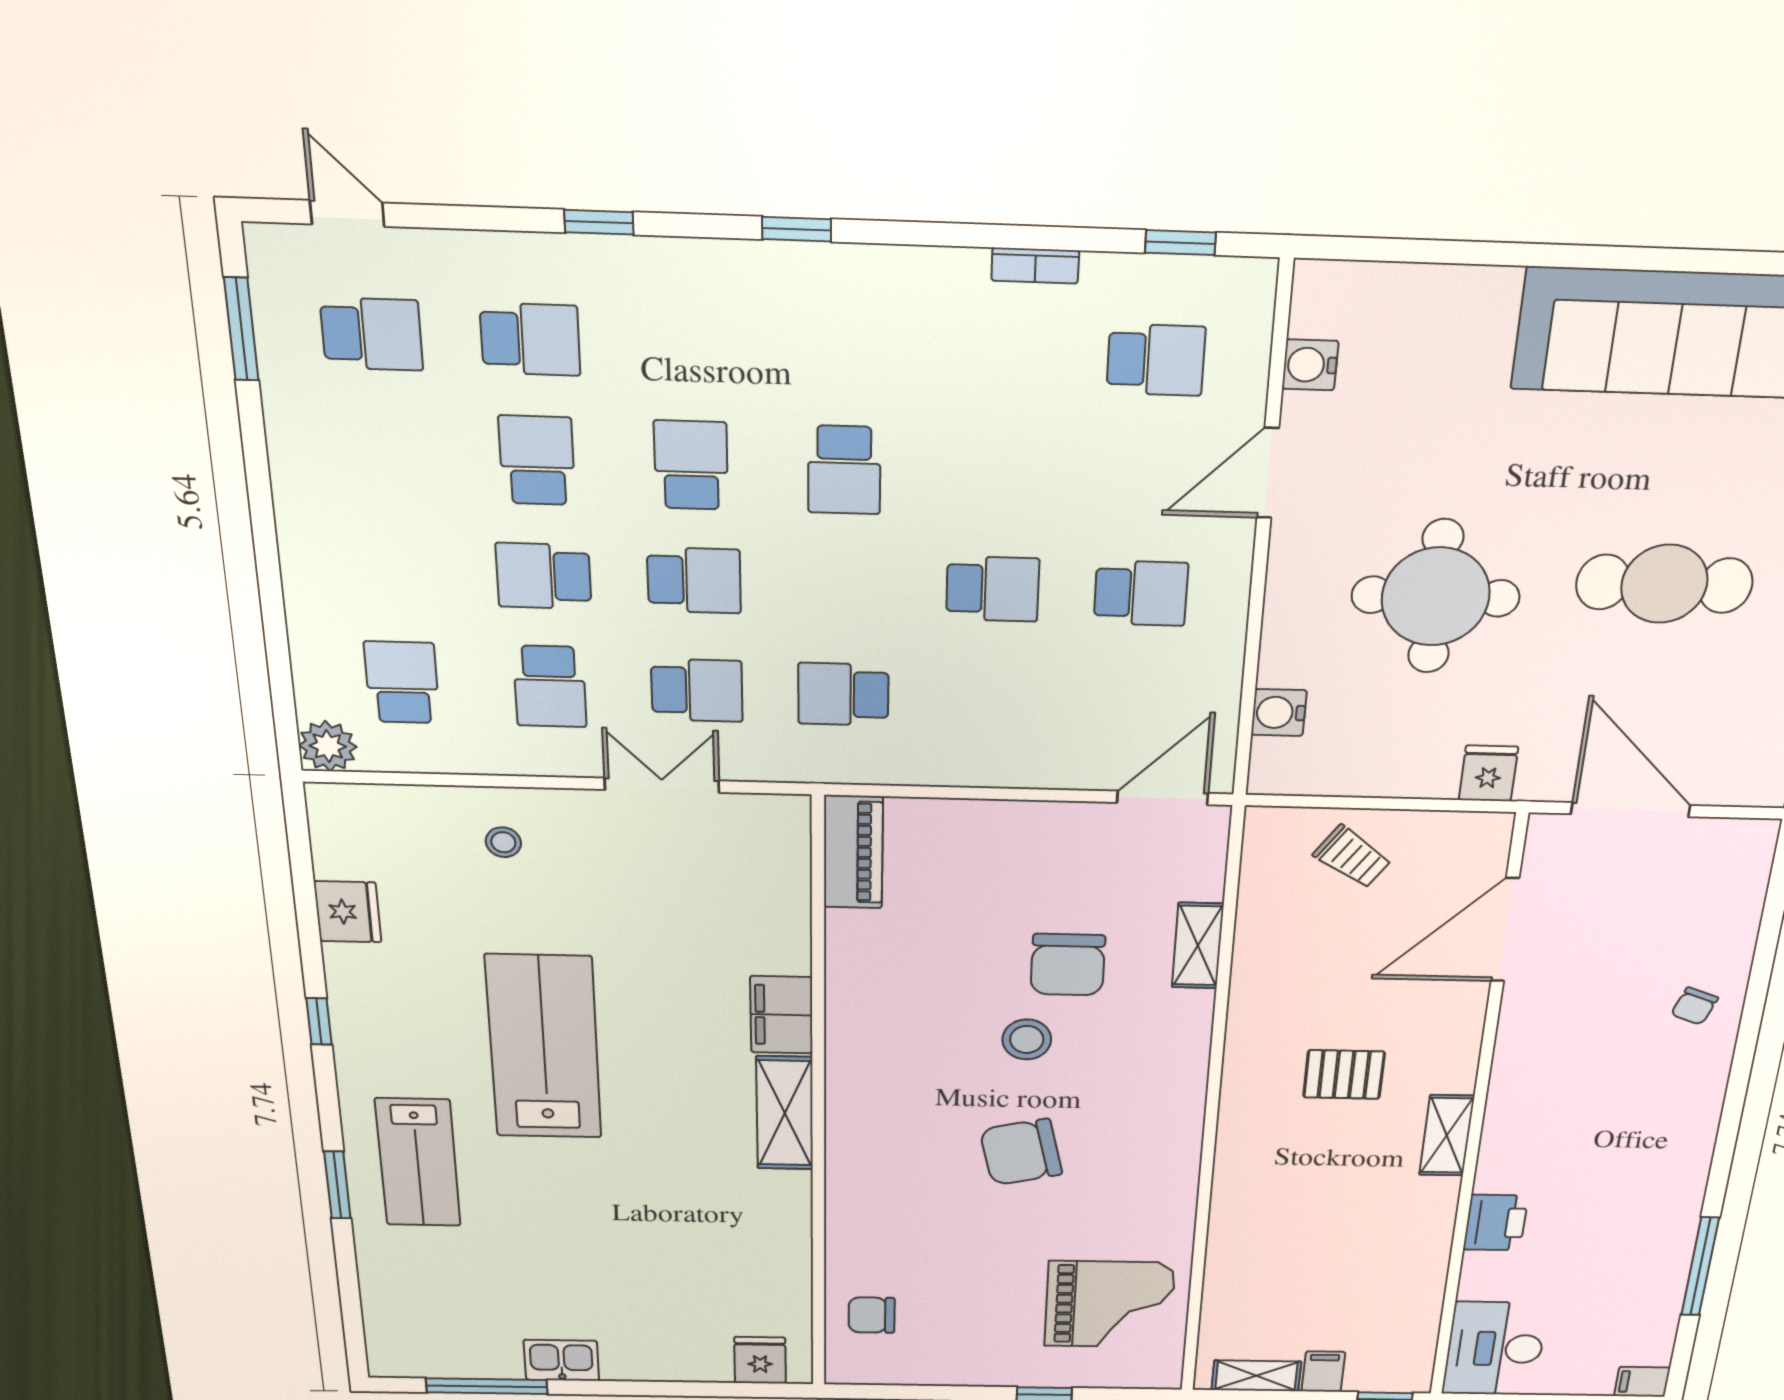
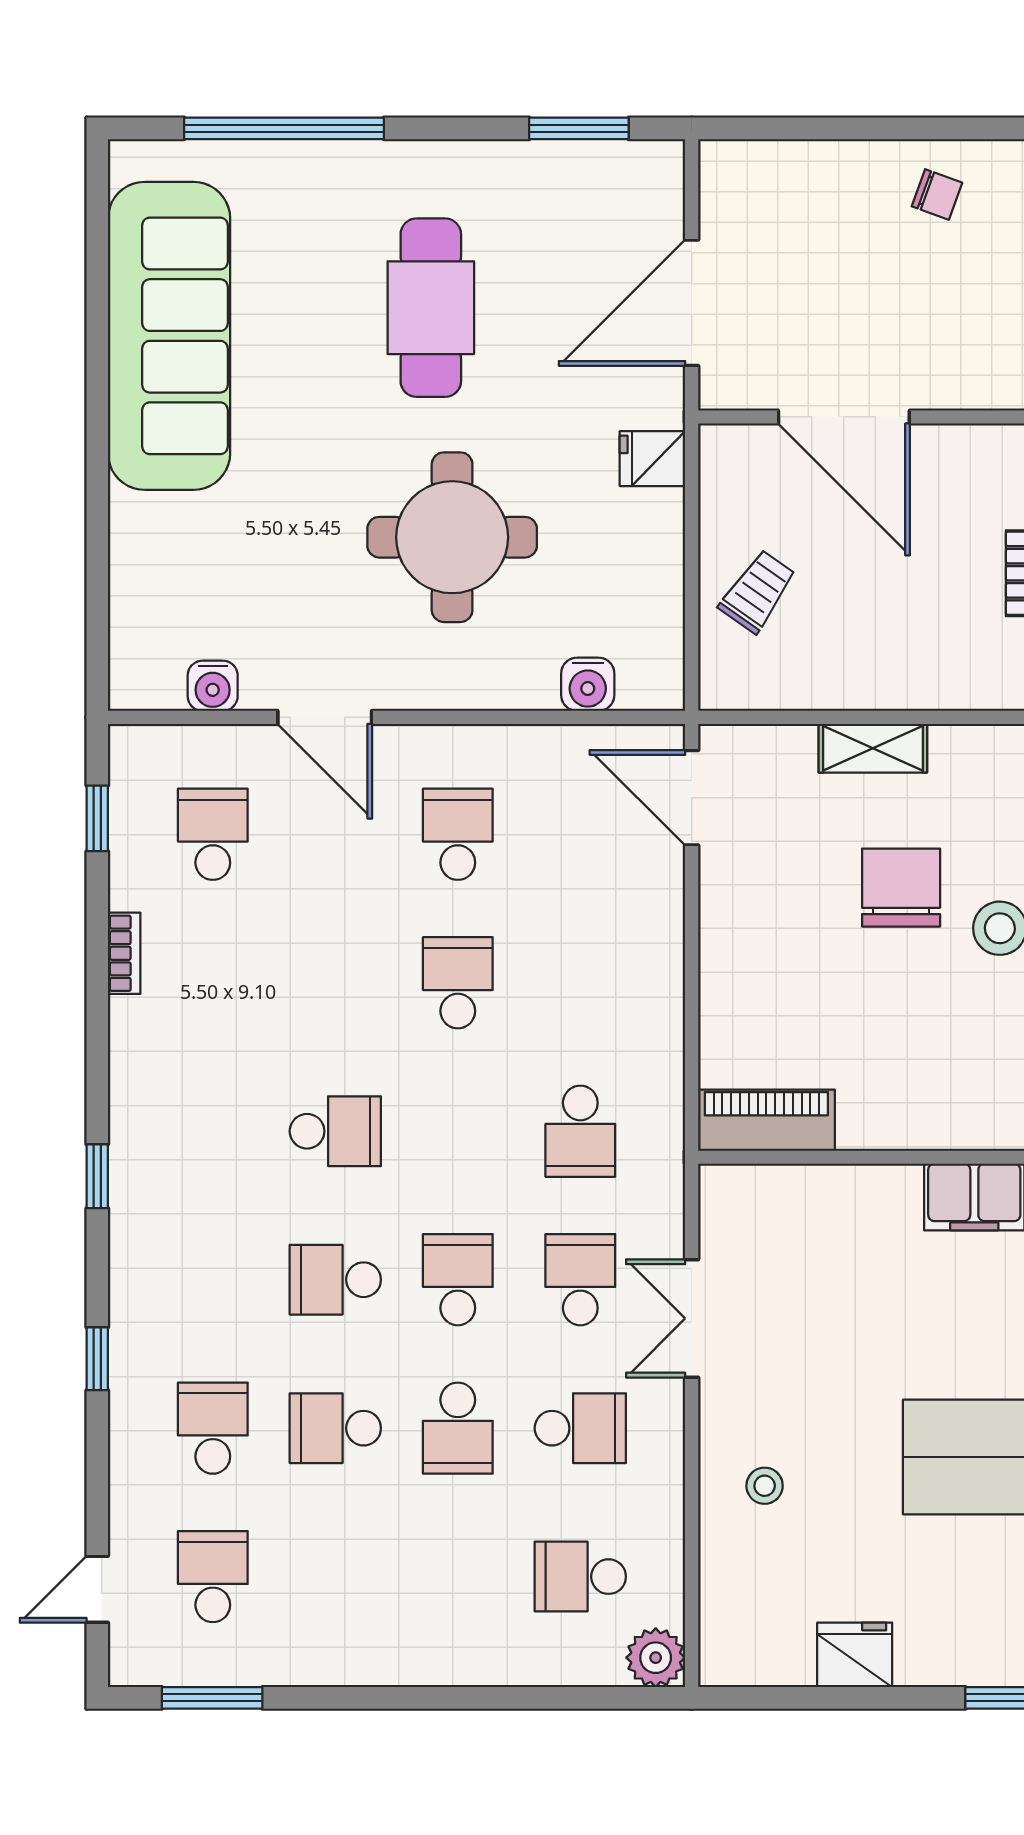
chair: (1068, 965) -> (901, 888), turned -90

